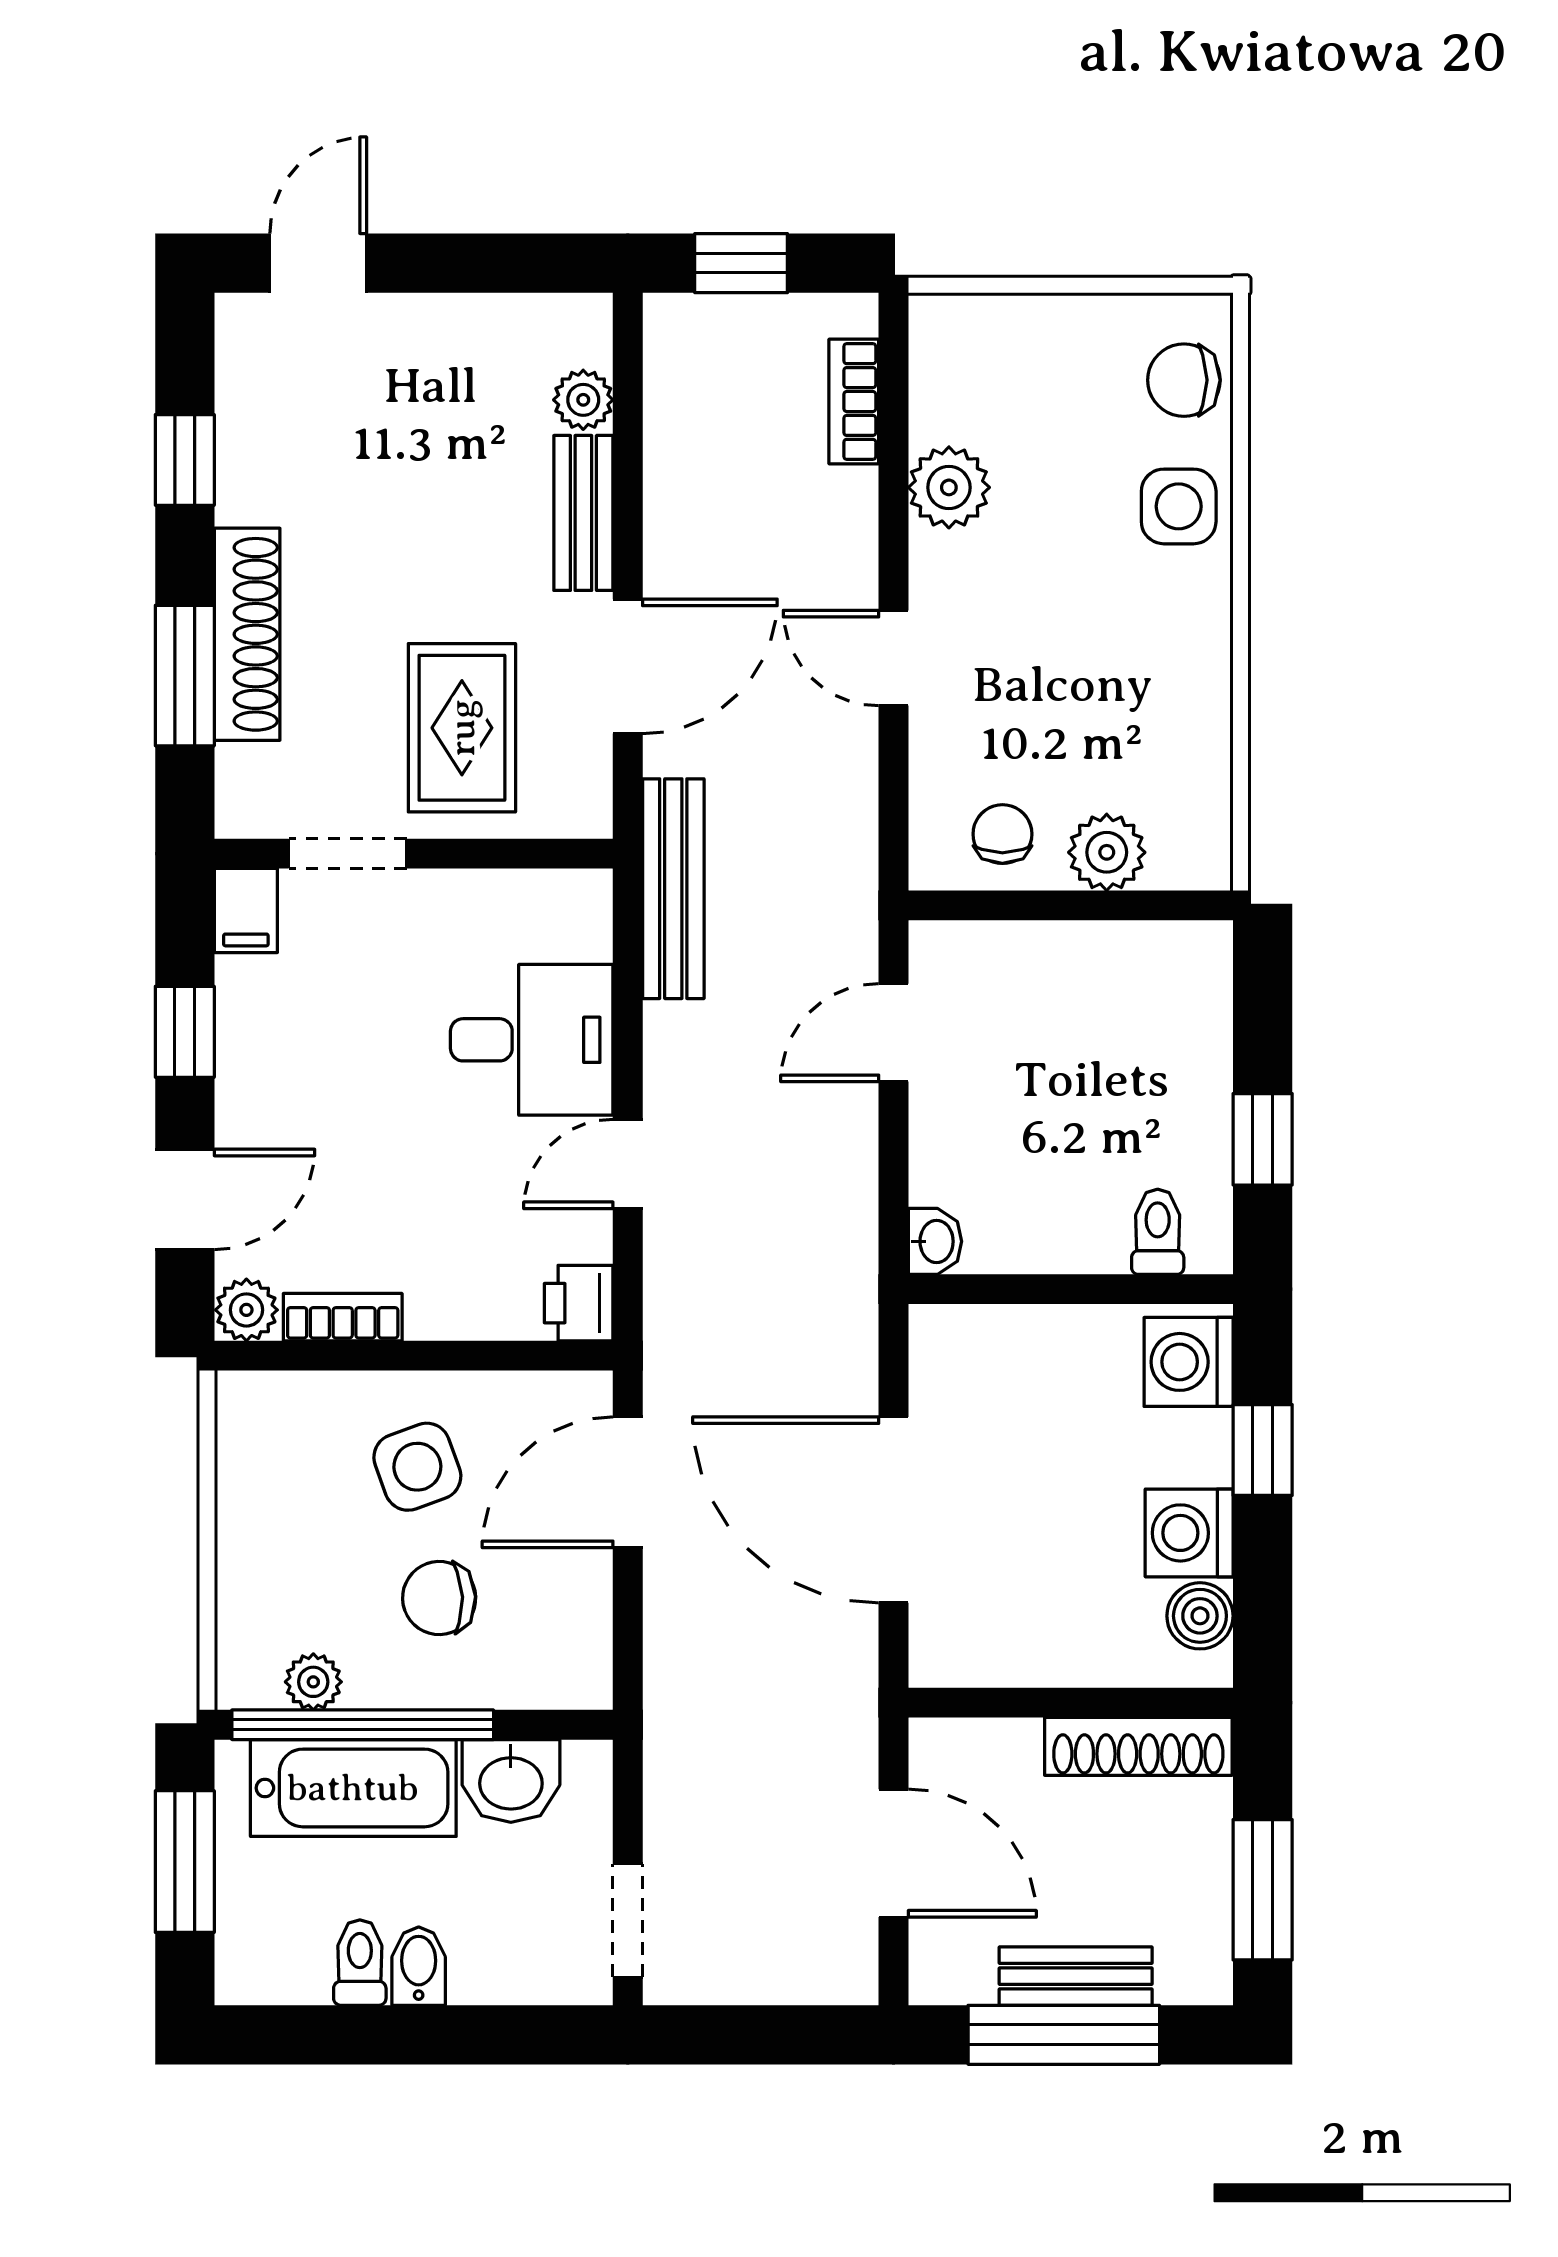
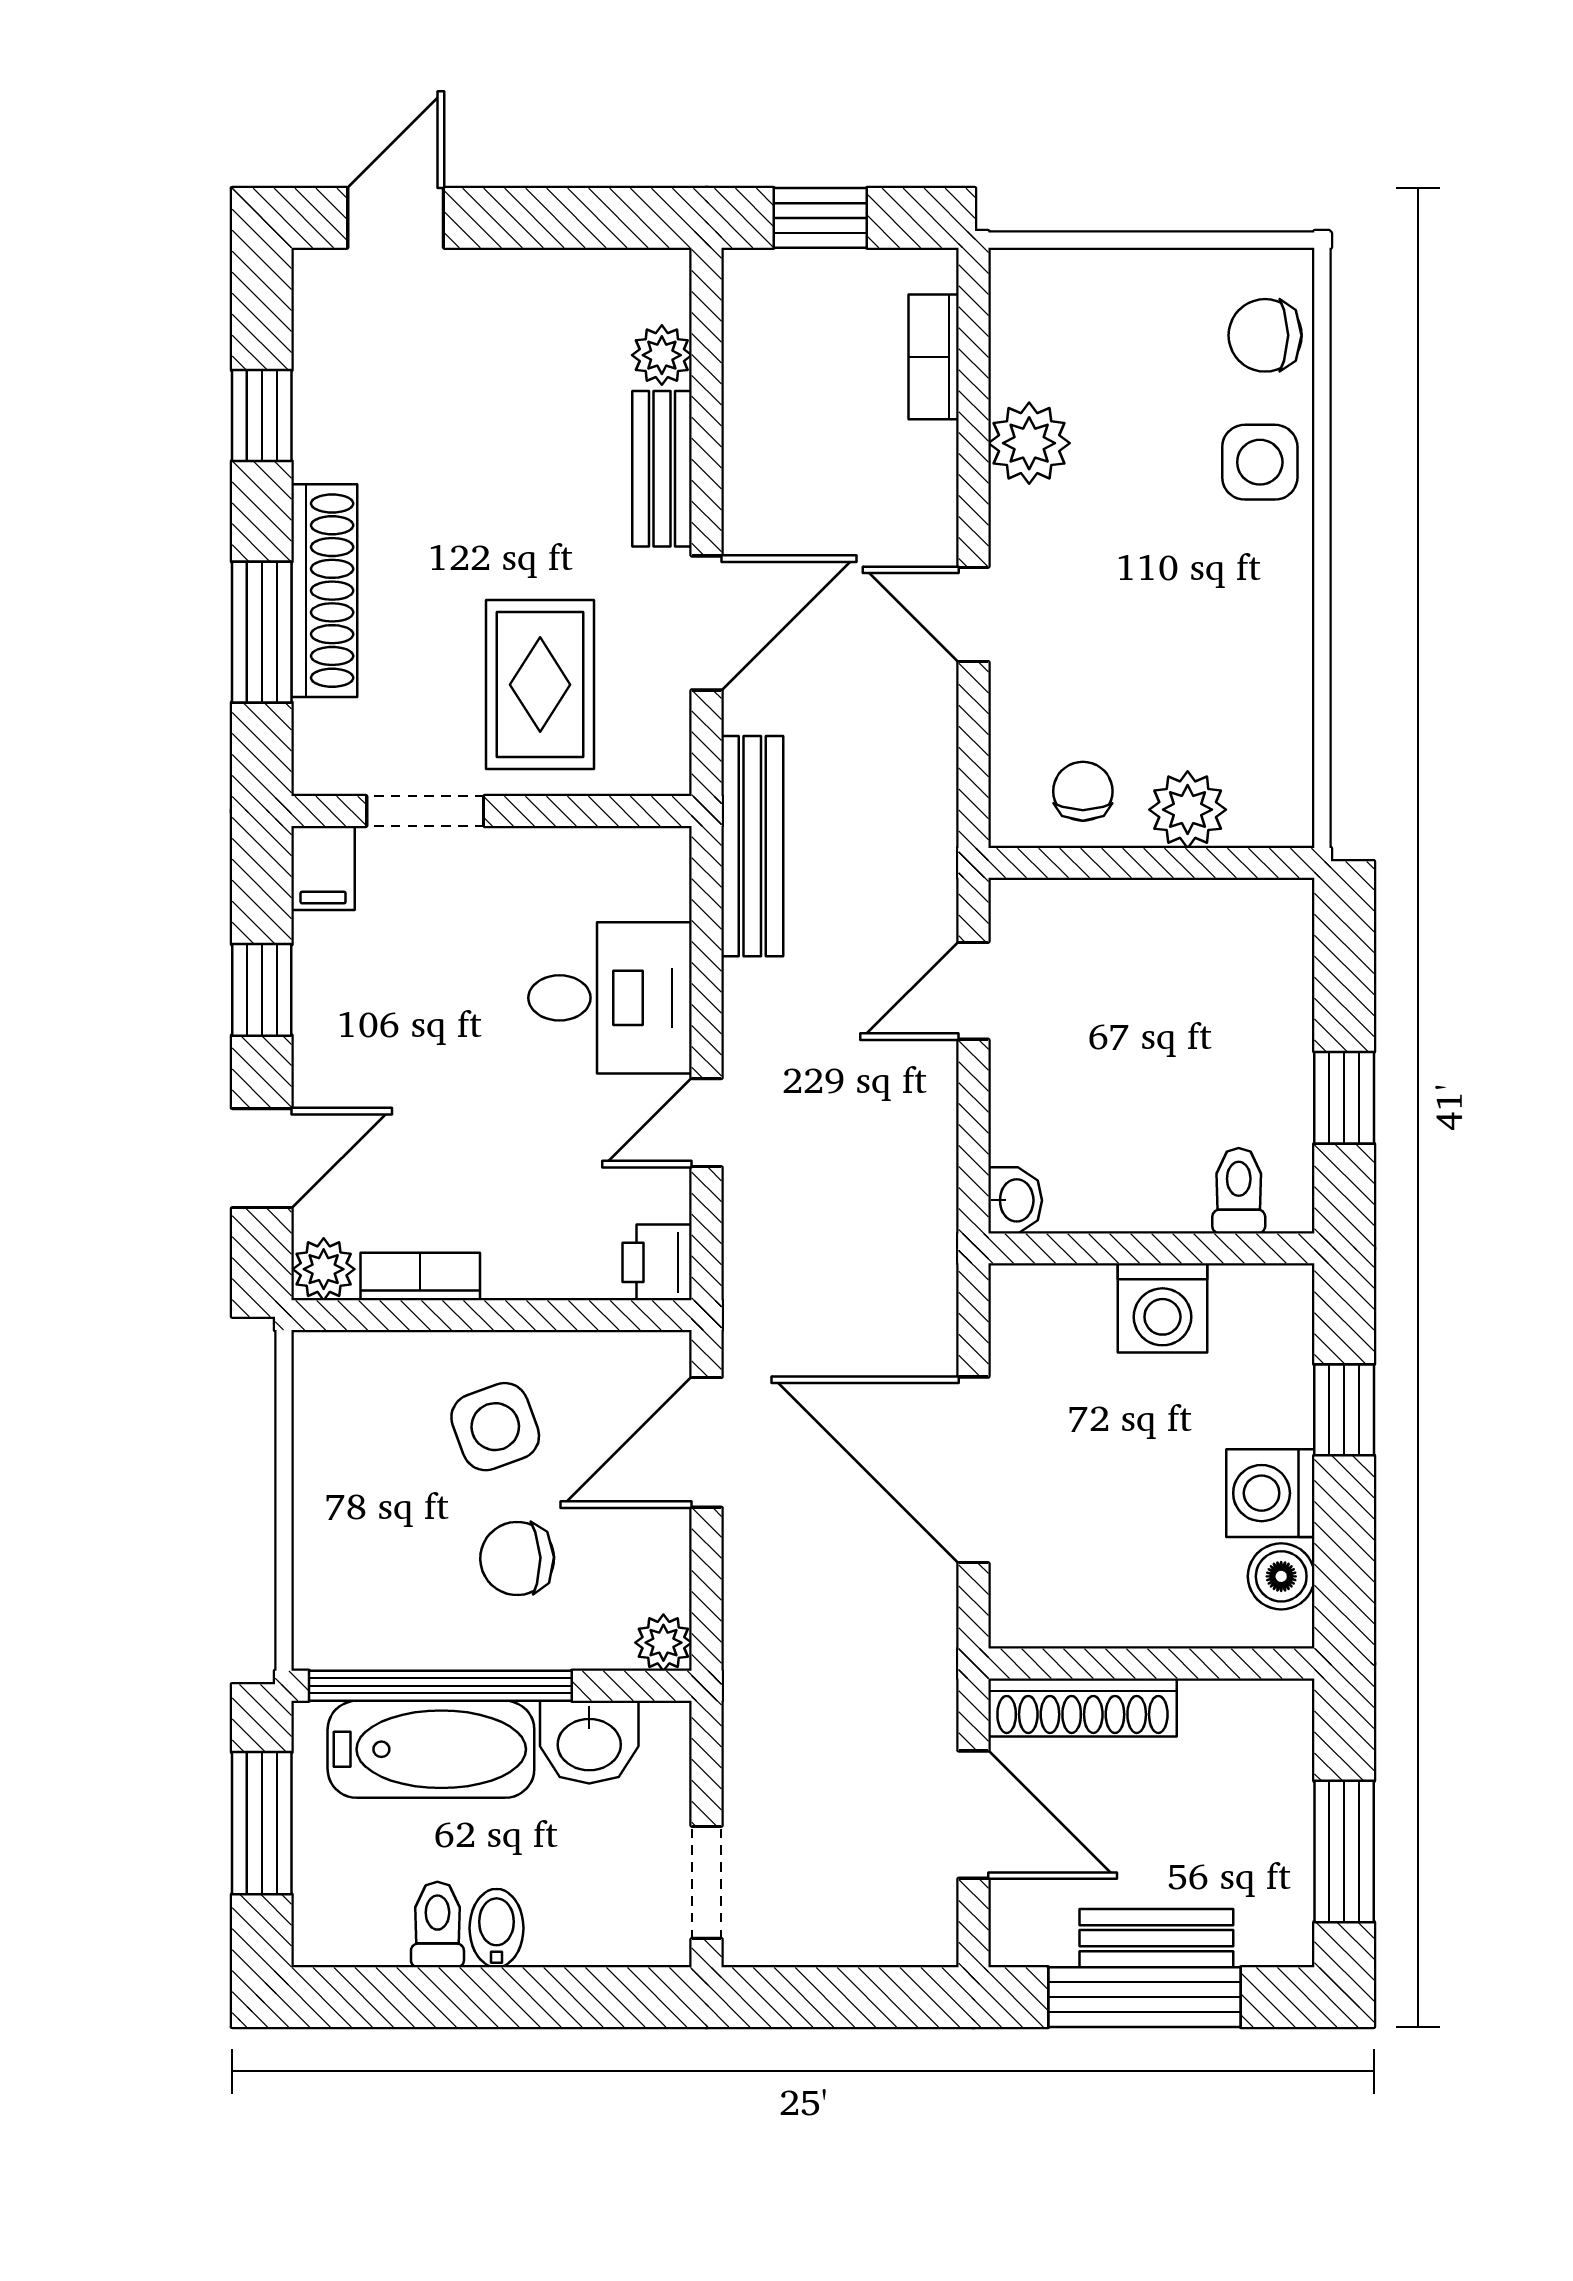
washing machine: (1189, 1362) -> (1162, 1308), moved, turned -90
plant: (313, 1682) -> (663, 1643), moved
shoe rack: (1138, 1746) -> (1082, 1707), moved

